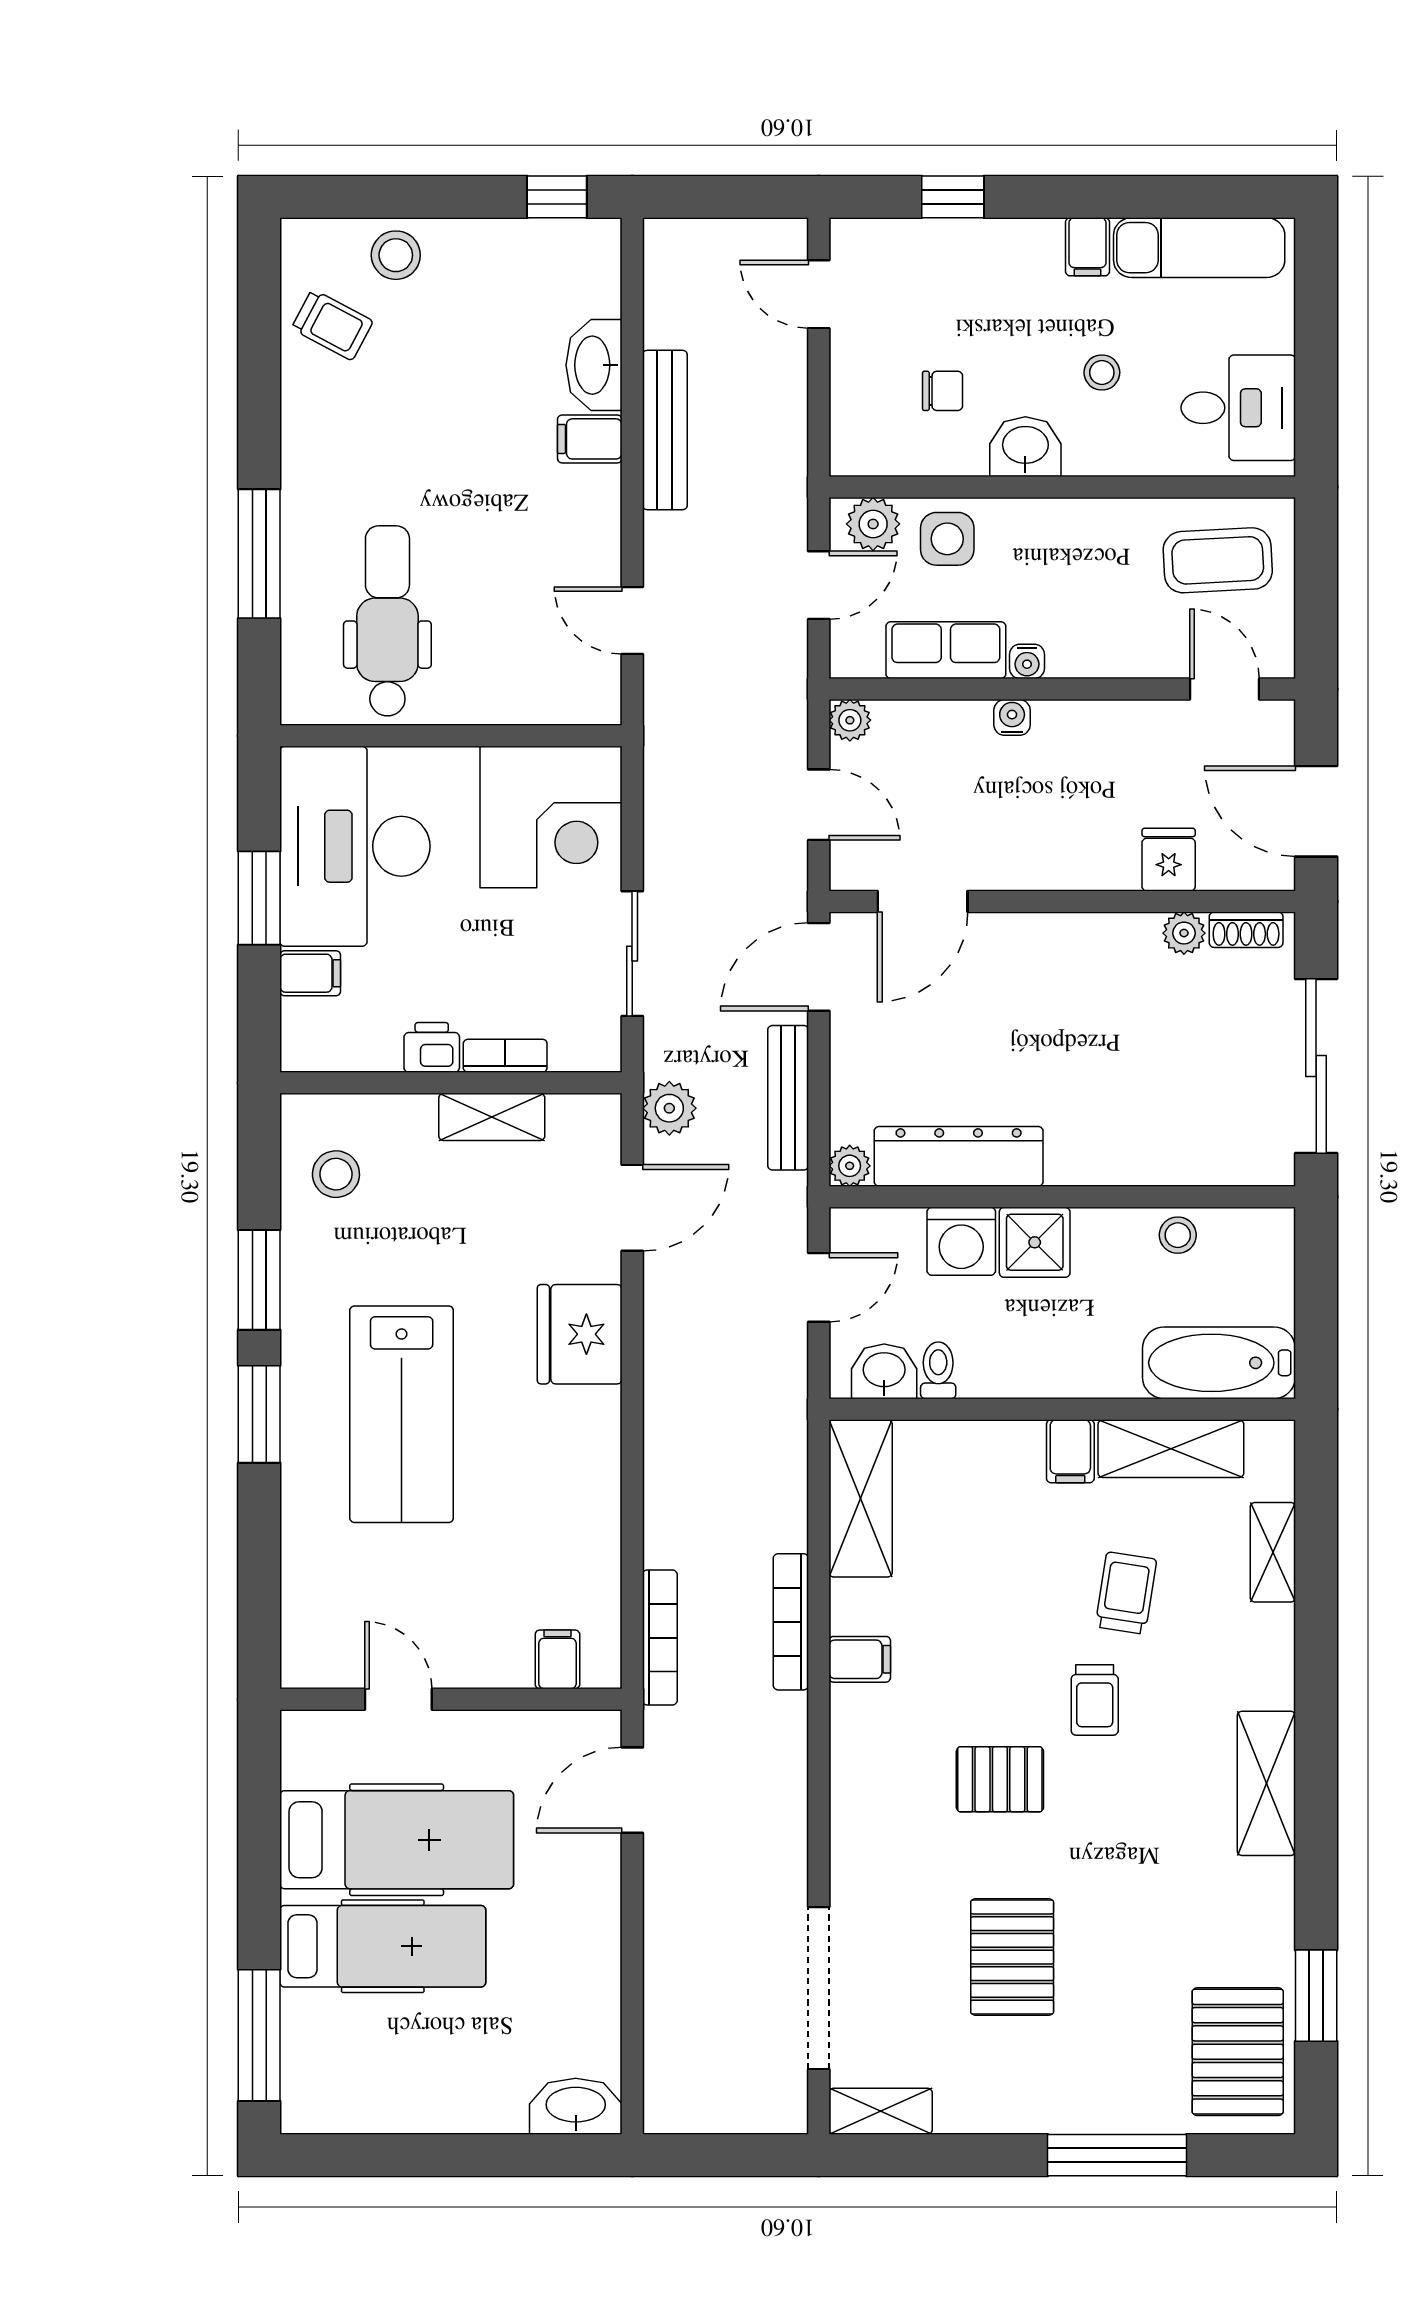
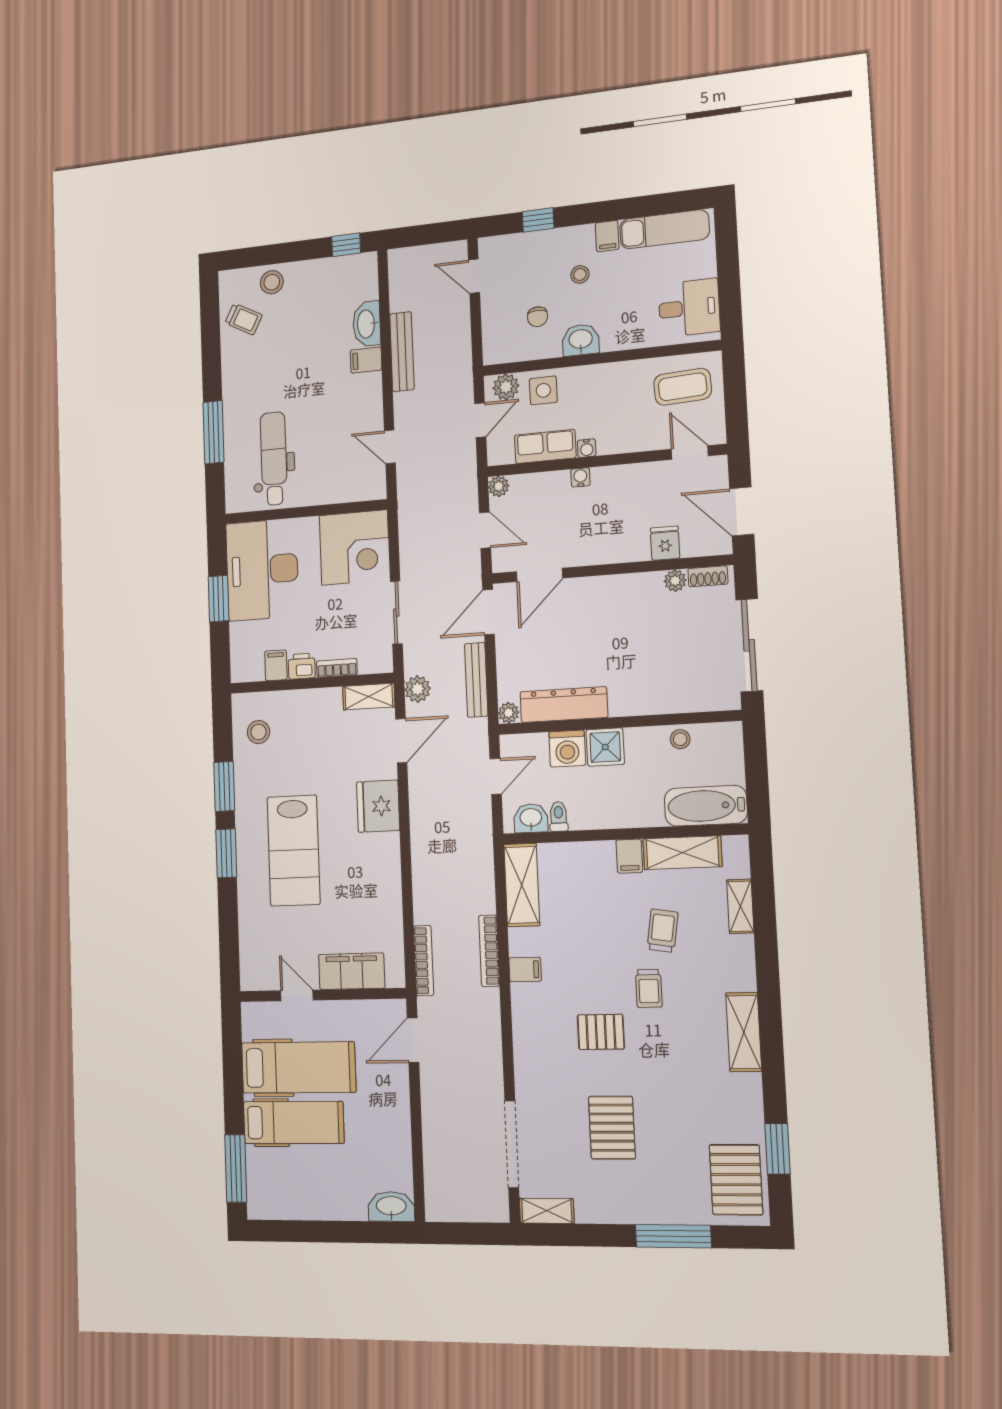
stool: (1102, 373) -> (580, 274), moved
chair: (943, 391) -> (538, 317), turned 90
filing cabinet: (310, 973) -> (276, 665), moved, turned -90
shelving: (492, 1117) -> (369, 697), moved
filing cabinet: (557, 1659) -> (352, 971), width x3.00, depth x1.17

